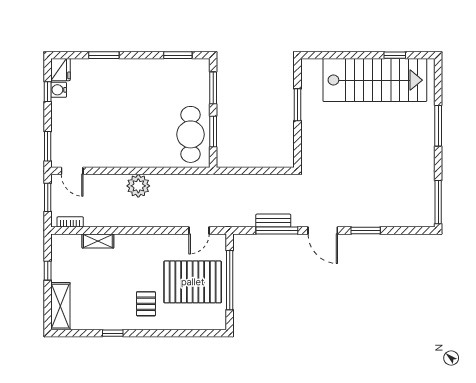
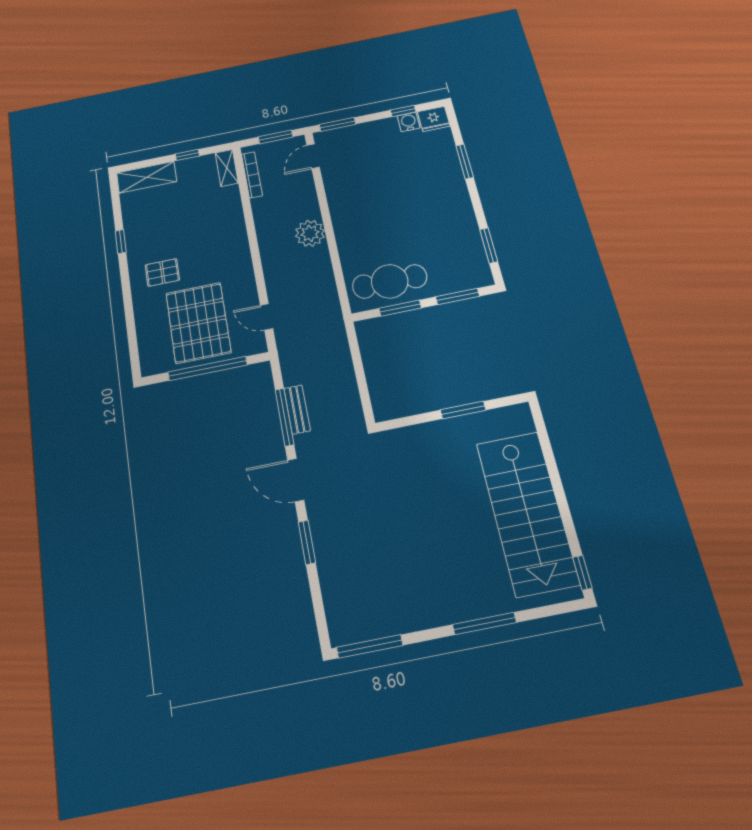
window: (395, 55) -> (582, 573), moved
bookcase: (70, 222) -> (252, 175), width x1.56
door: (323, 230) -> (296, 480), hinge flipped
shelving: (98, 241) -> (227, 168), moved

